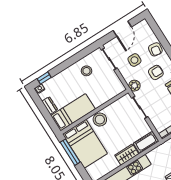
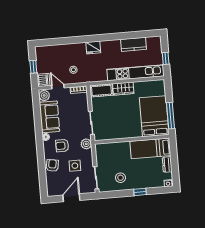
window: (44, 78) -> (140, 192), moved
stool: (100, 120) -> (131, 130), removed

